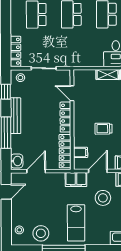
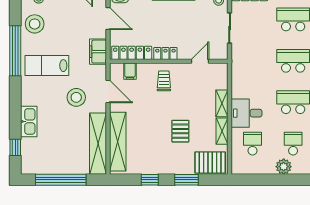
locker: (65, 117) -> (165, 53), width x0.66
trolley: (103, 129) -> (164, 81), moved
filing cabinet: (76, 180) -> (98, 52), moved

